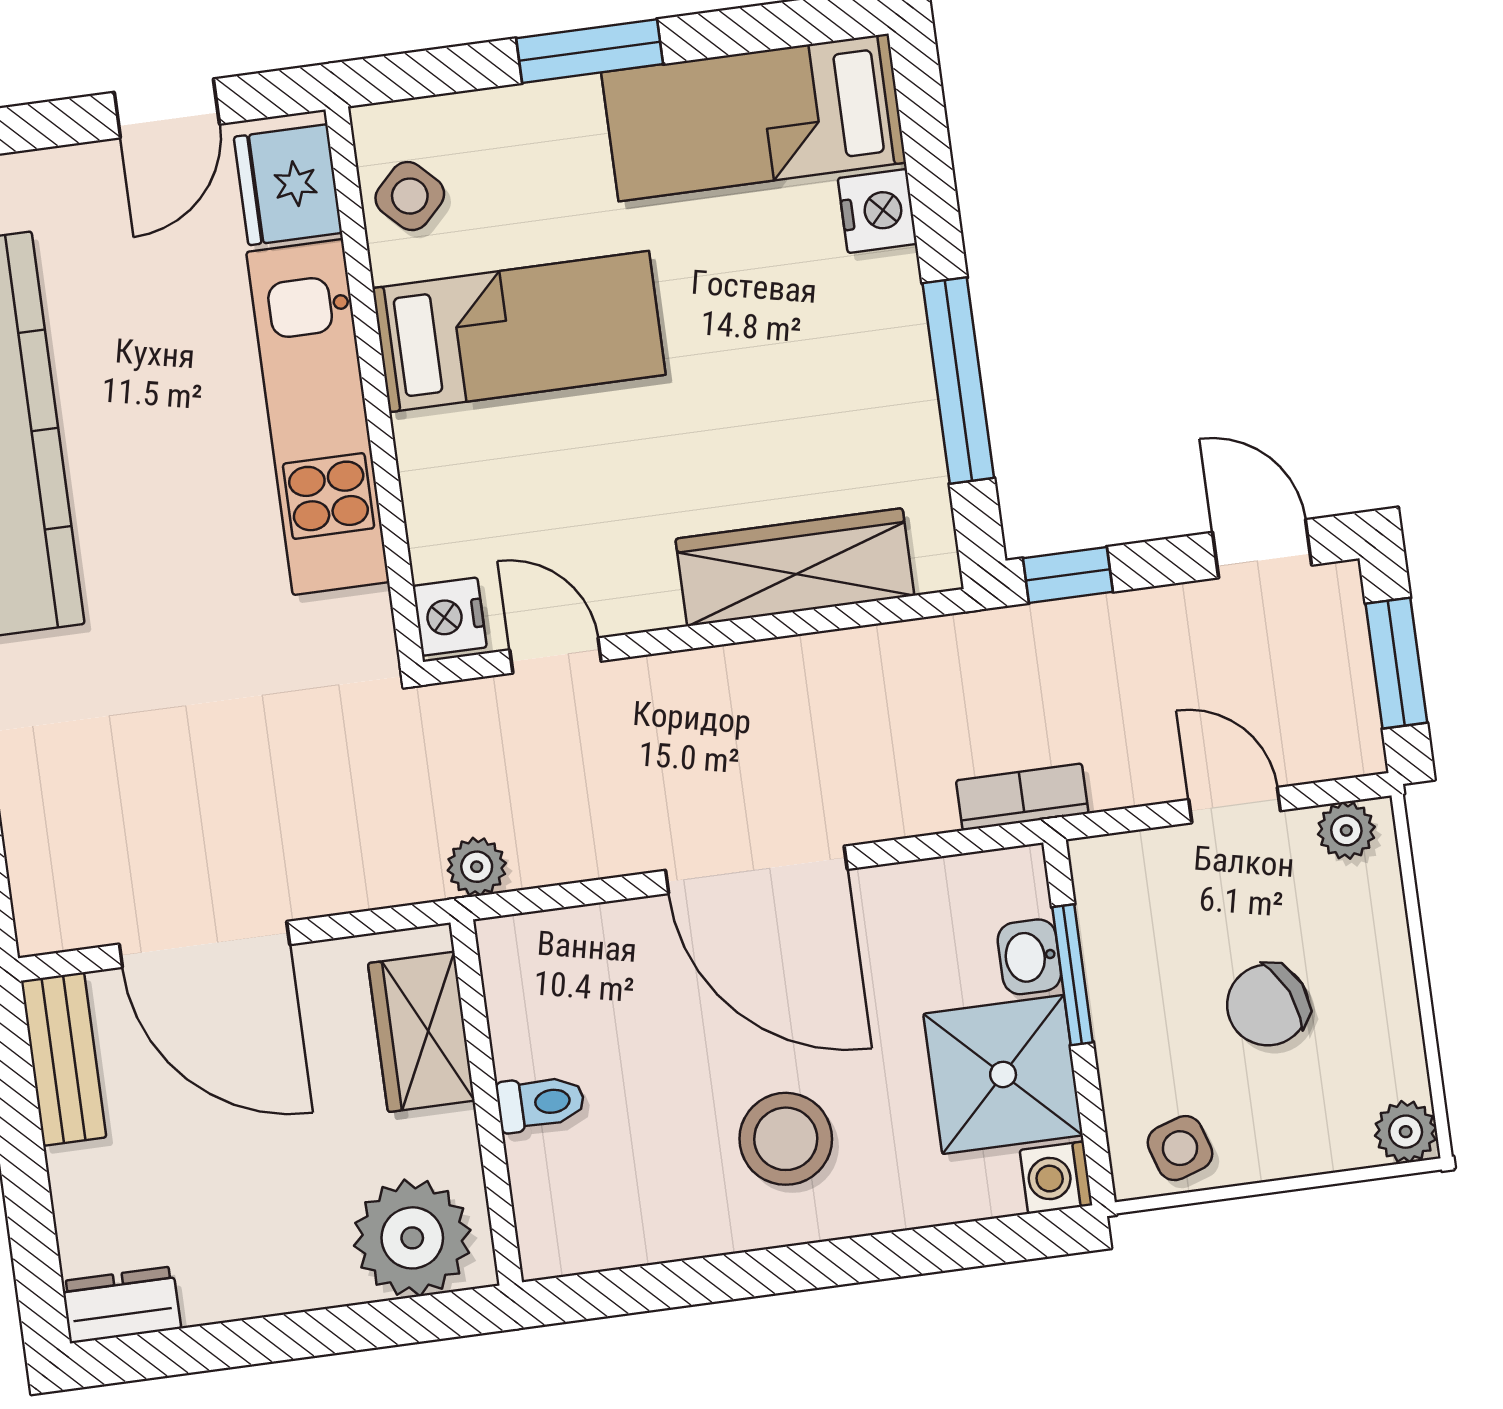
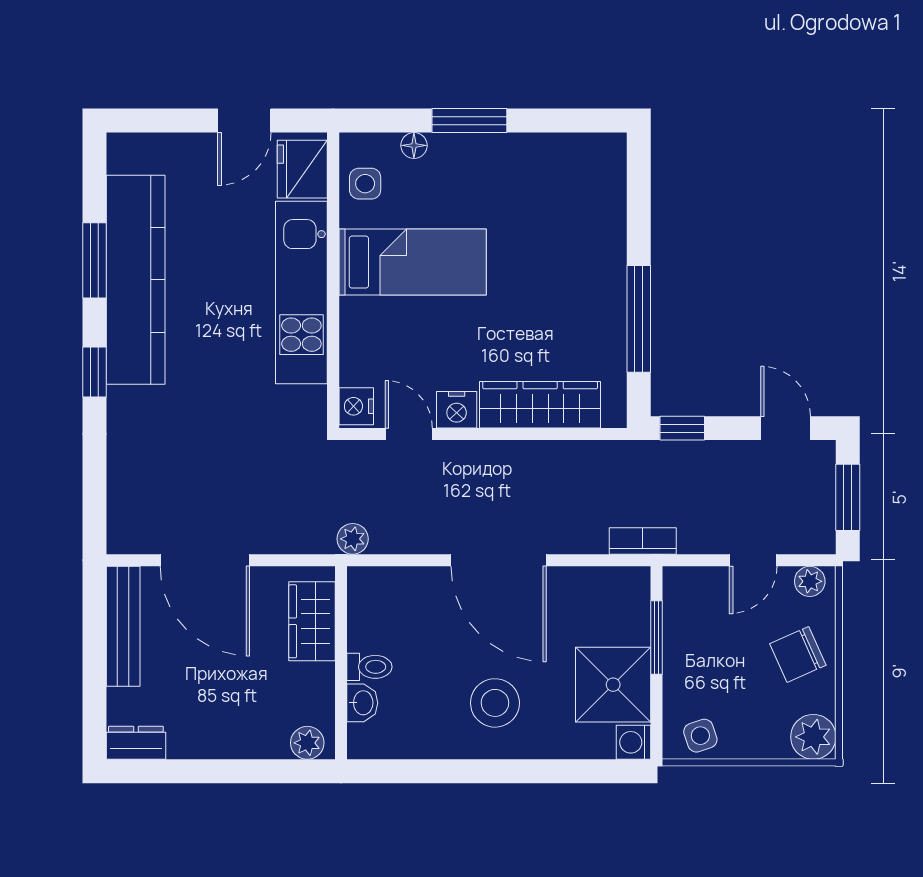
floor lamp: (492, 112) -> (414, 145), added
bed: (754, 117) -> (550, 167), removed
side table: (410, 196) -> (365, 184), turned 45
nightstand: (877, 211) -> (457, 410), moved, turned 90
door: (1235, 805) -> (753, 560), swing flipped
washbasin: (1029, 957) -> (362, 703), moved, turned 180
chair: (1268, 1005) -> (798, 654), moved
bench: (64, 1059) -> (123, 626), width x1.36
plant: (1406, 1132) -> (813, 737), width x1.38, depth x1.38
plant: (412, 1238) -> (307, 743), width x0.53, depth x0.53

